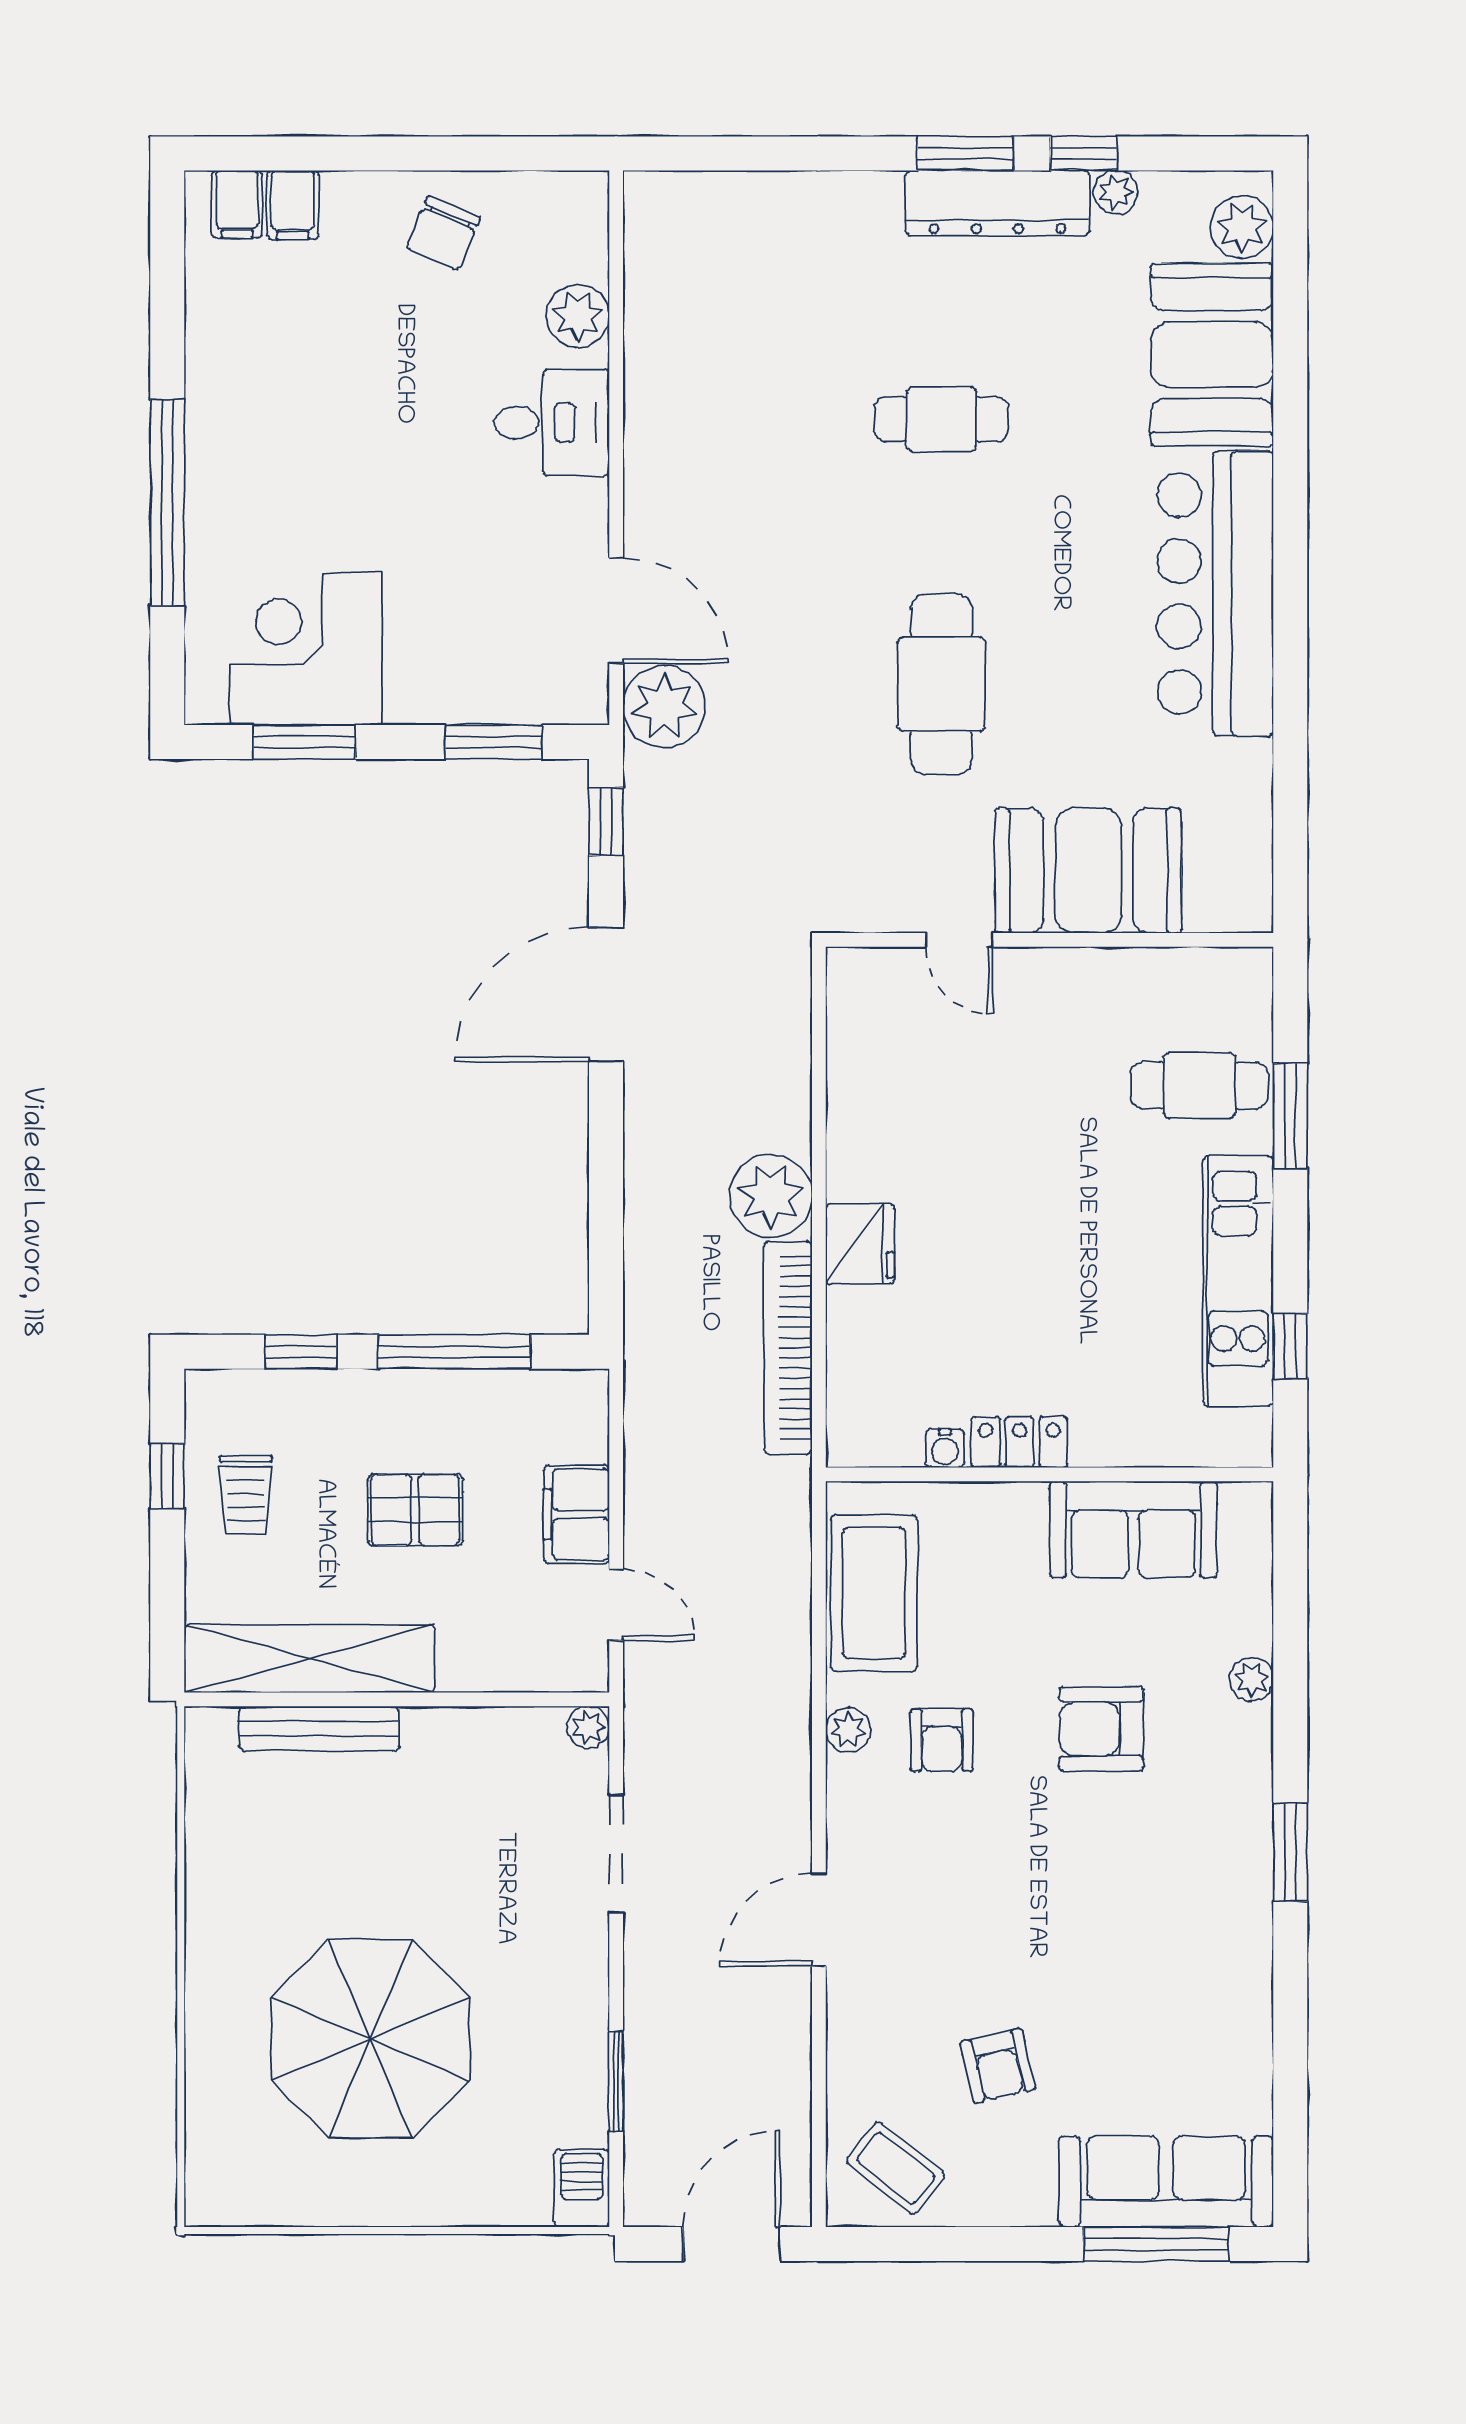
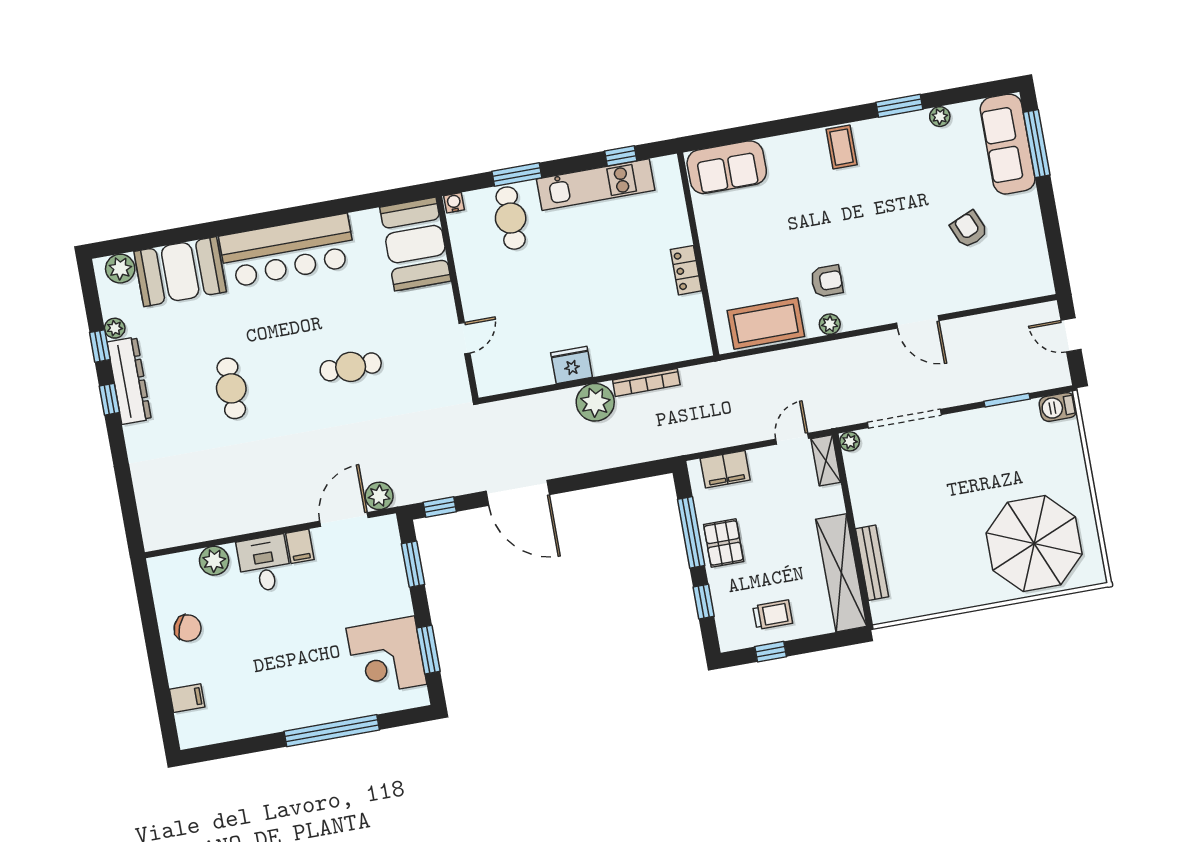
window: (965, 153) -> (109, 399), width x0.67
filing cabinet: (237, 204) -> (300, 546), moved, turned 90
cafe table: (941, 684) -> (351, 367), width x0.73, depth x0.74
plant: (664, 706) -> (379, 496), width x0.73, depth x0.73
booth: (1088, 871) -> (415, 244), moved
fridge: (860, 1244) -> (572, 365), moved
bookcase: (788, 1348) -> (646, 382), width x0.68, depth x0.76
water cooler: (945, 1448) -> (454, 203), moved, turned -90
pallet: (415, 1510) -> (724, 543), moved
filing cabinet: (577, 1514) -> (725, 469), moved
sofa: (1133, 1530) -> (727, 167), moved, turned 90
shelving: (557, 1669) -> (826, 460), added
plant: (1252, 1679) -> (940, 117), moved
armchair: (1101, 1729) -> (809, 210), removed
window: (1290, 1852) -> (899, 106), moved
doorway: (616, 1854) -> (904, 419), width x1.36
parasol: (370, 2039) -> (1034, 544), moved
armchair: (998, 2066) -> (969, 229), turned -100
coffee table: (896, 2168) -> (842, 147), moved, turned -39
door: (732, 2244) -> (1071, 335), width x0.73

